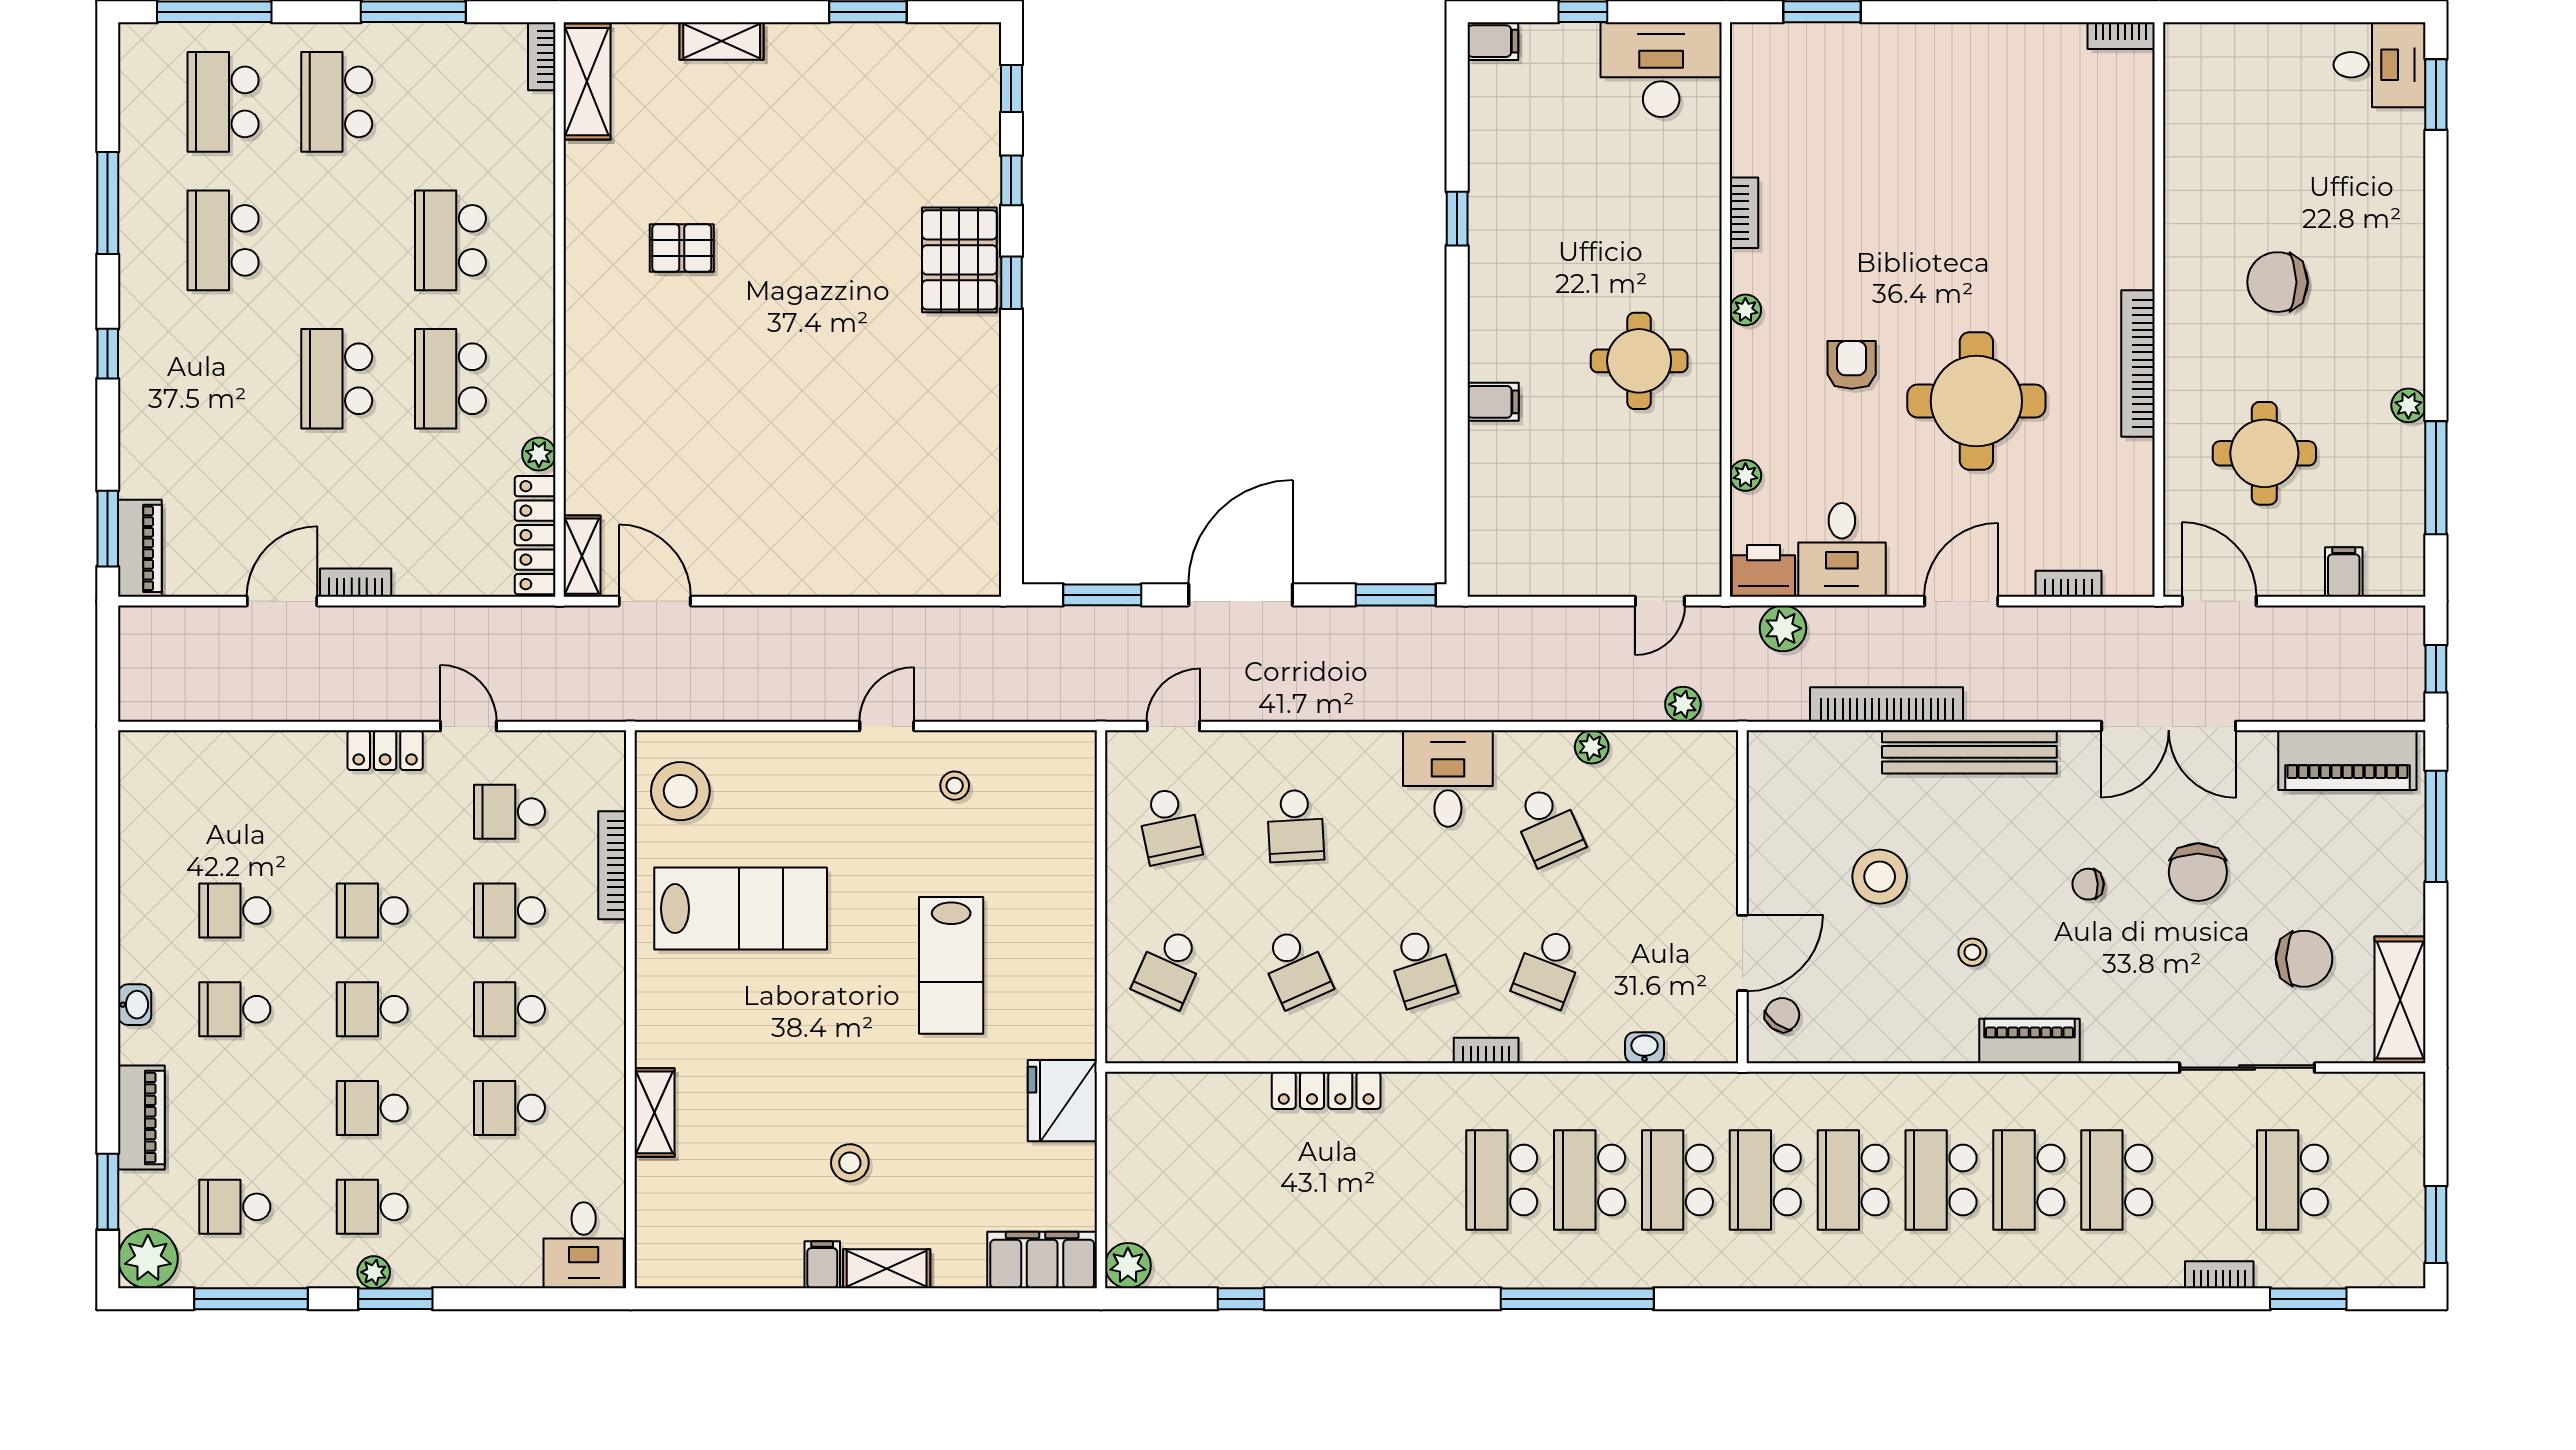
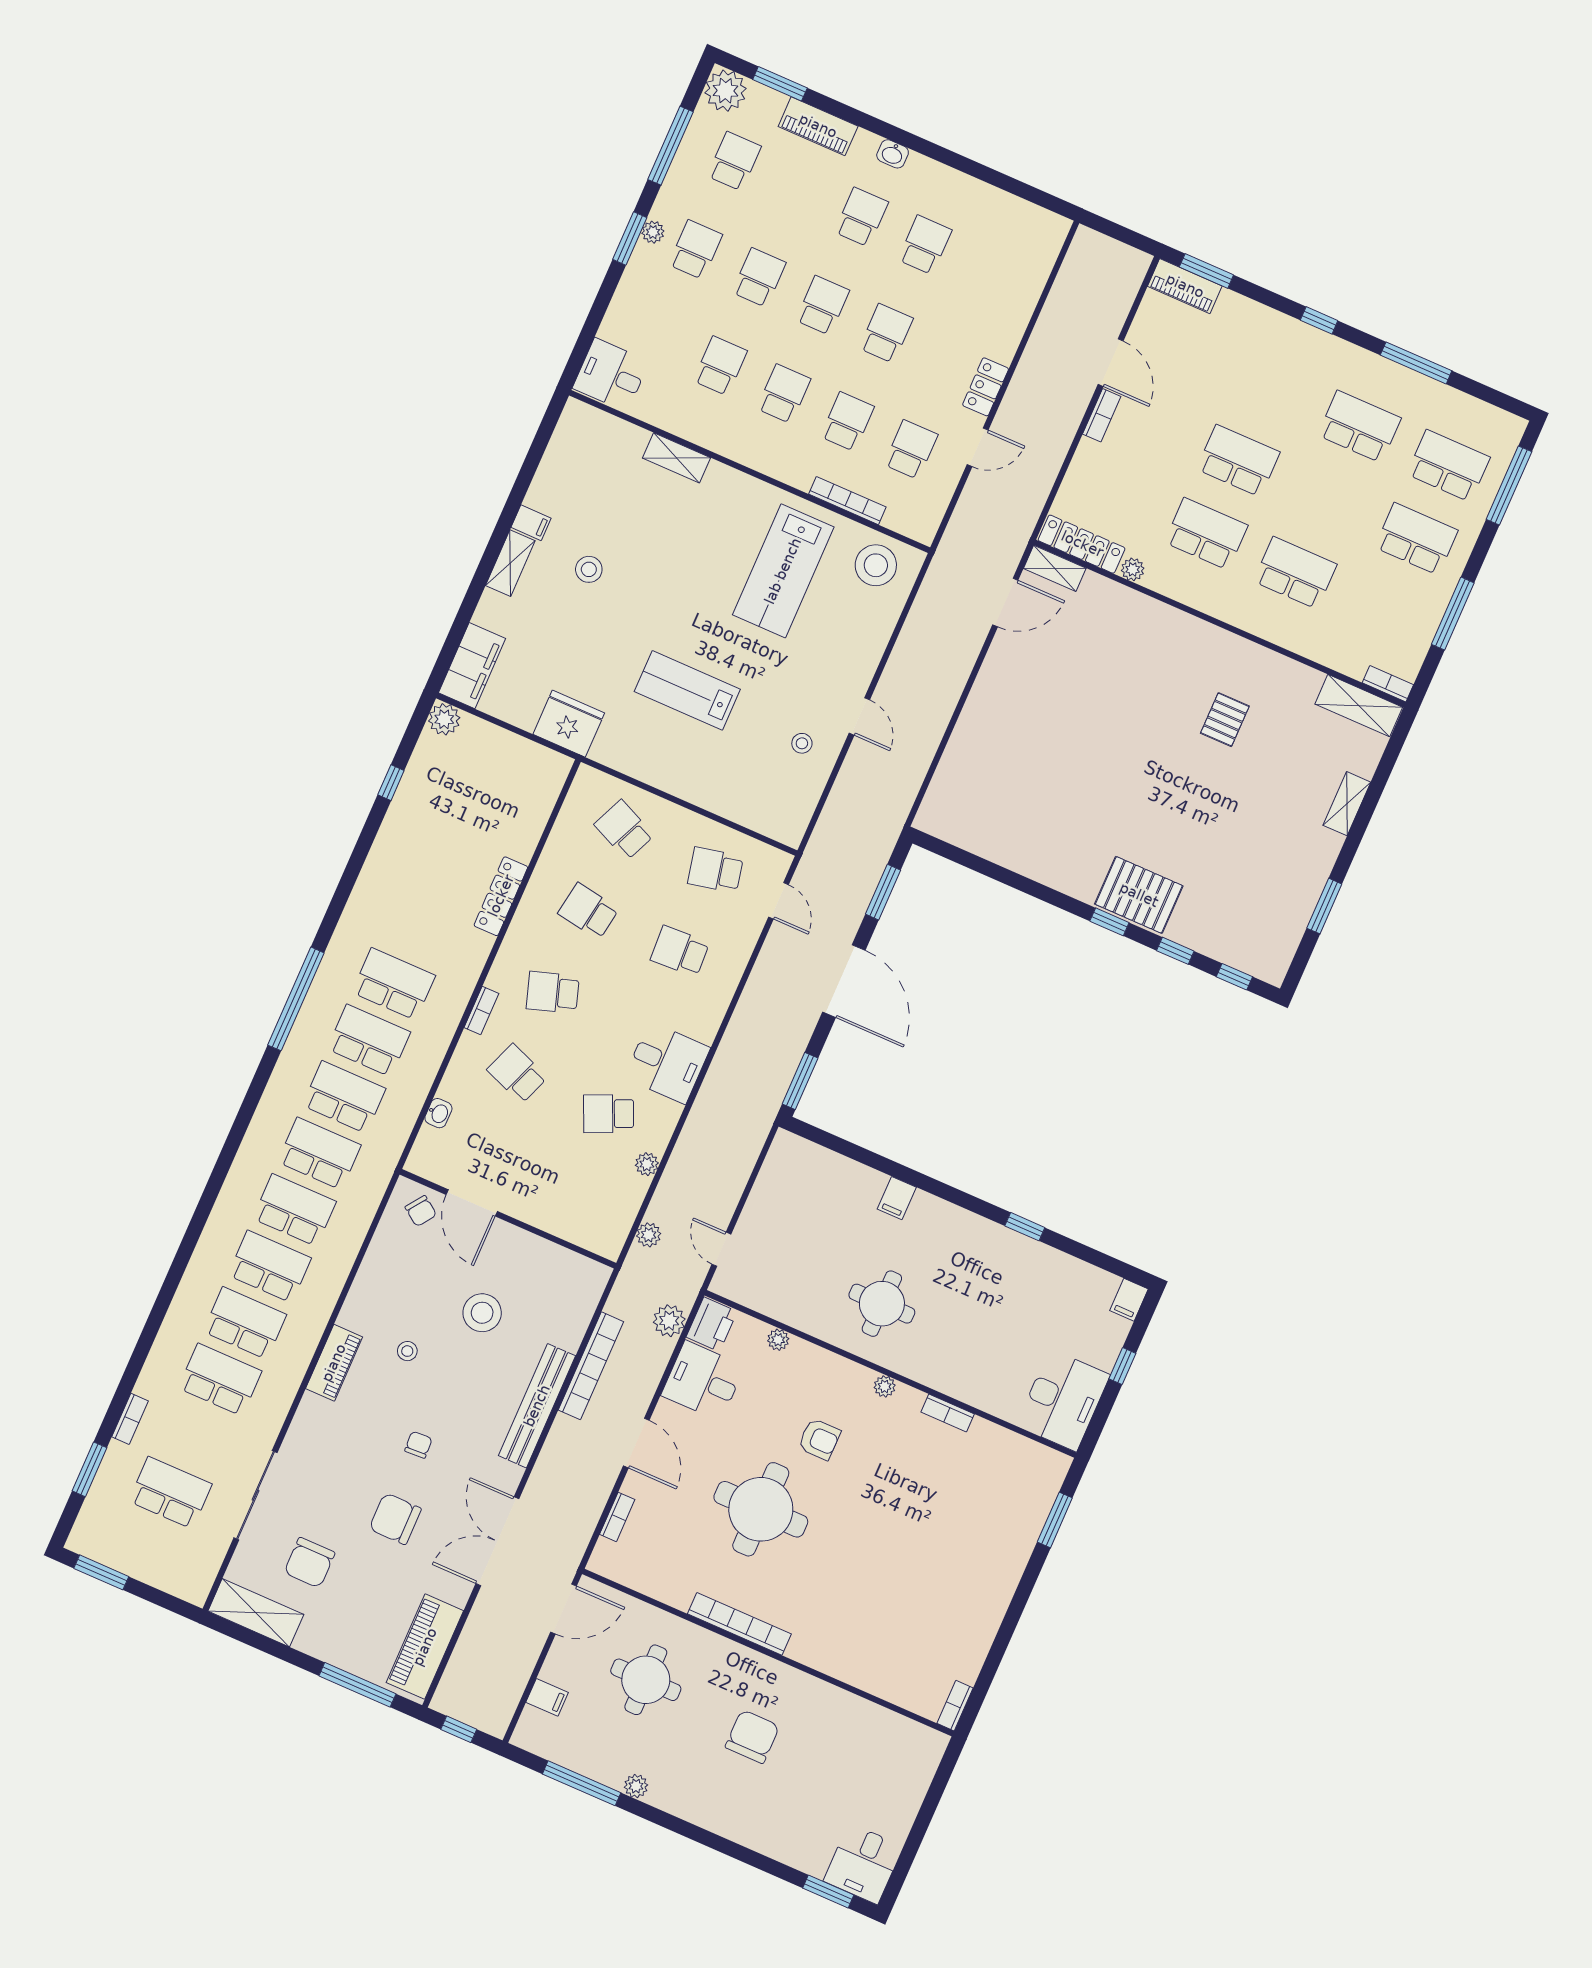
school desk: (1295, 968) -> (588, 911), turned 33

